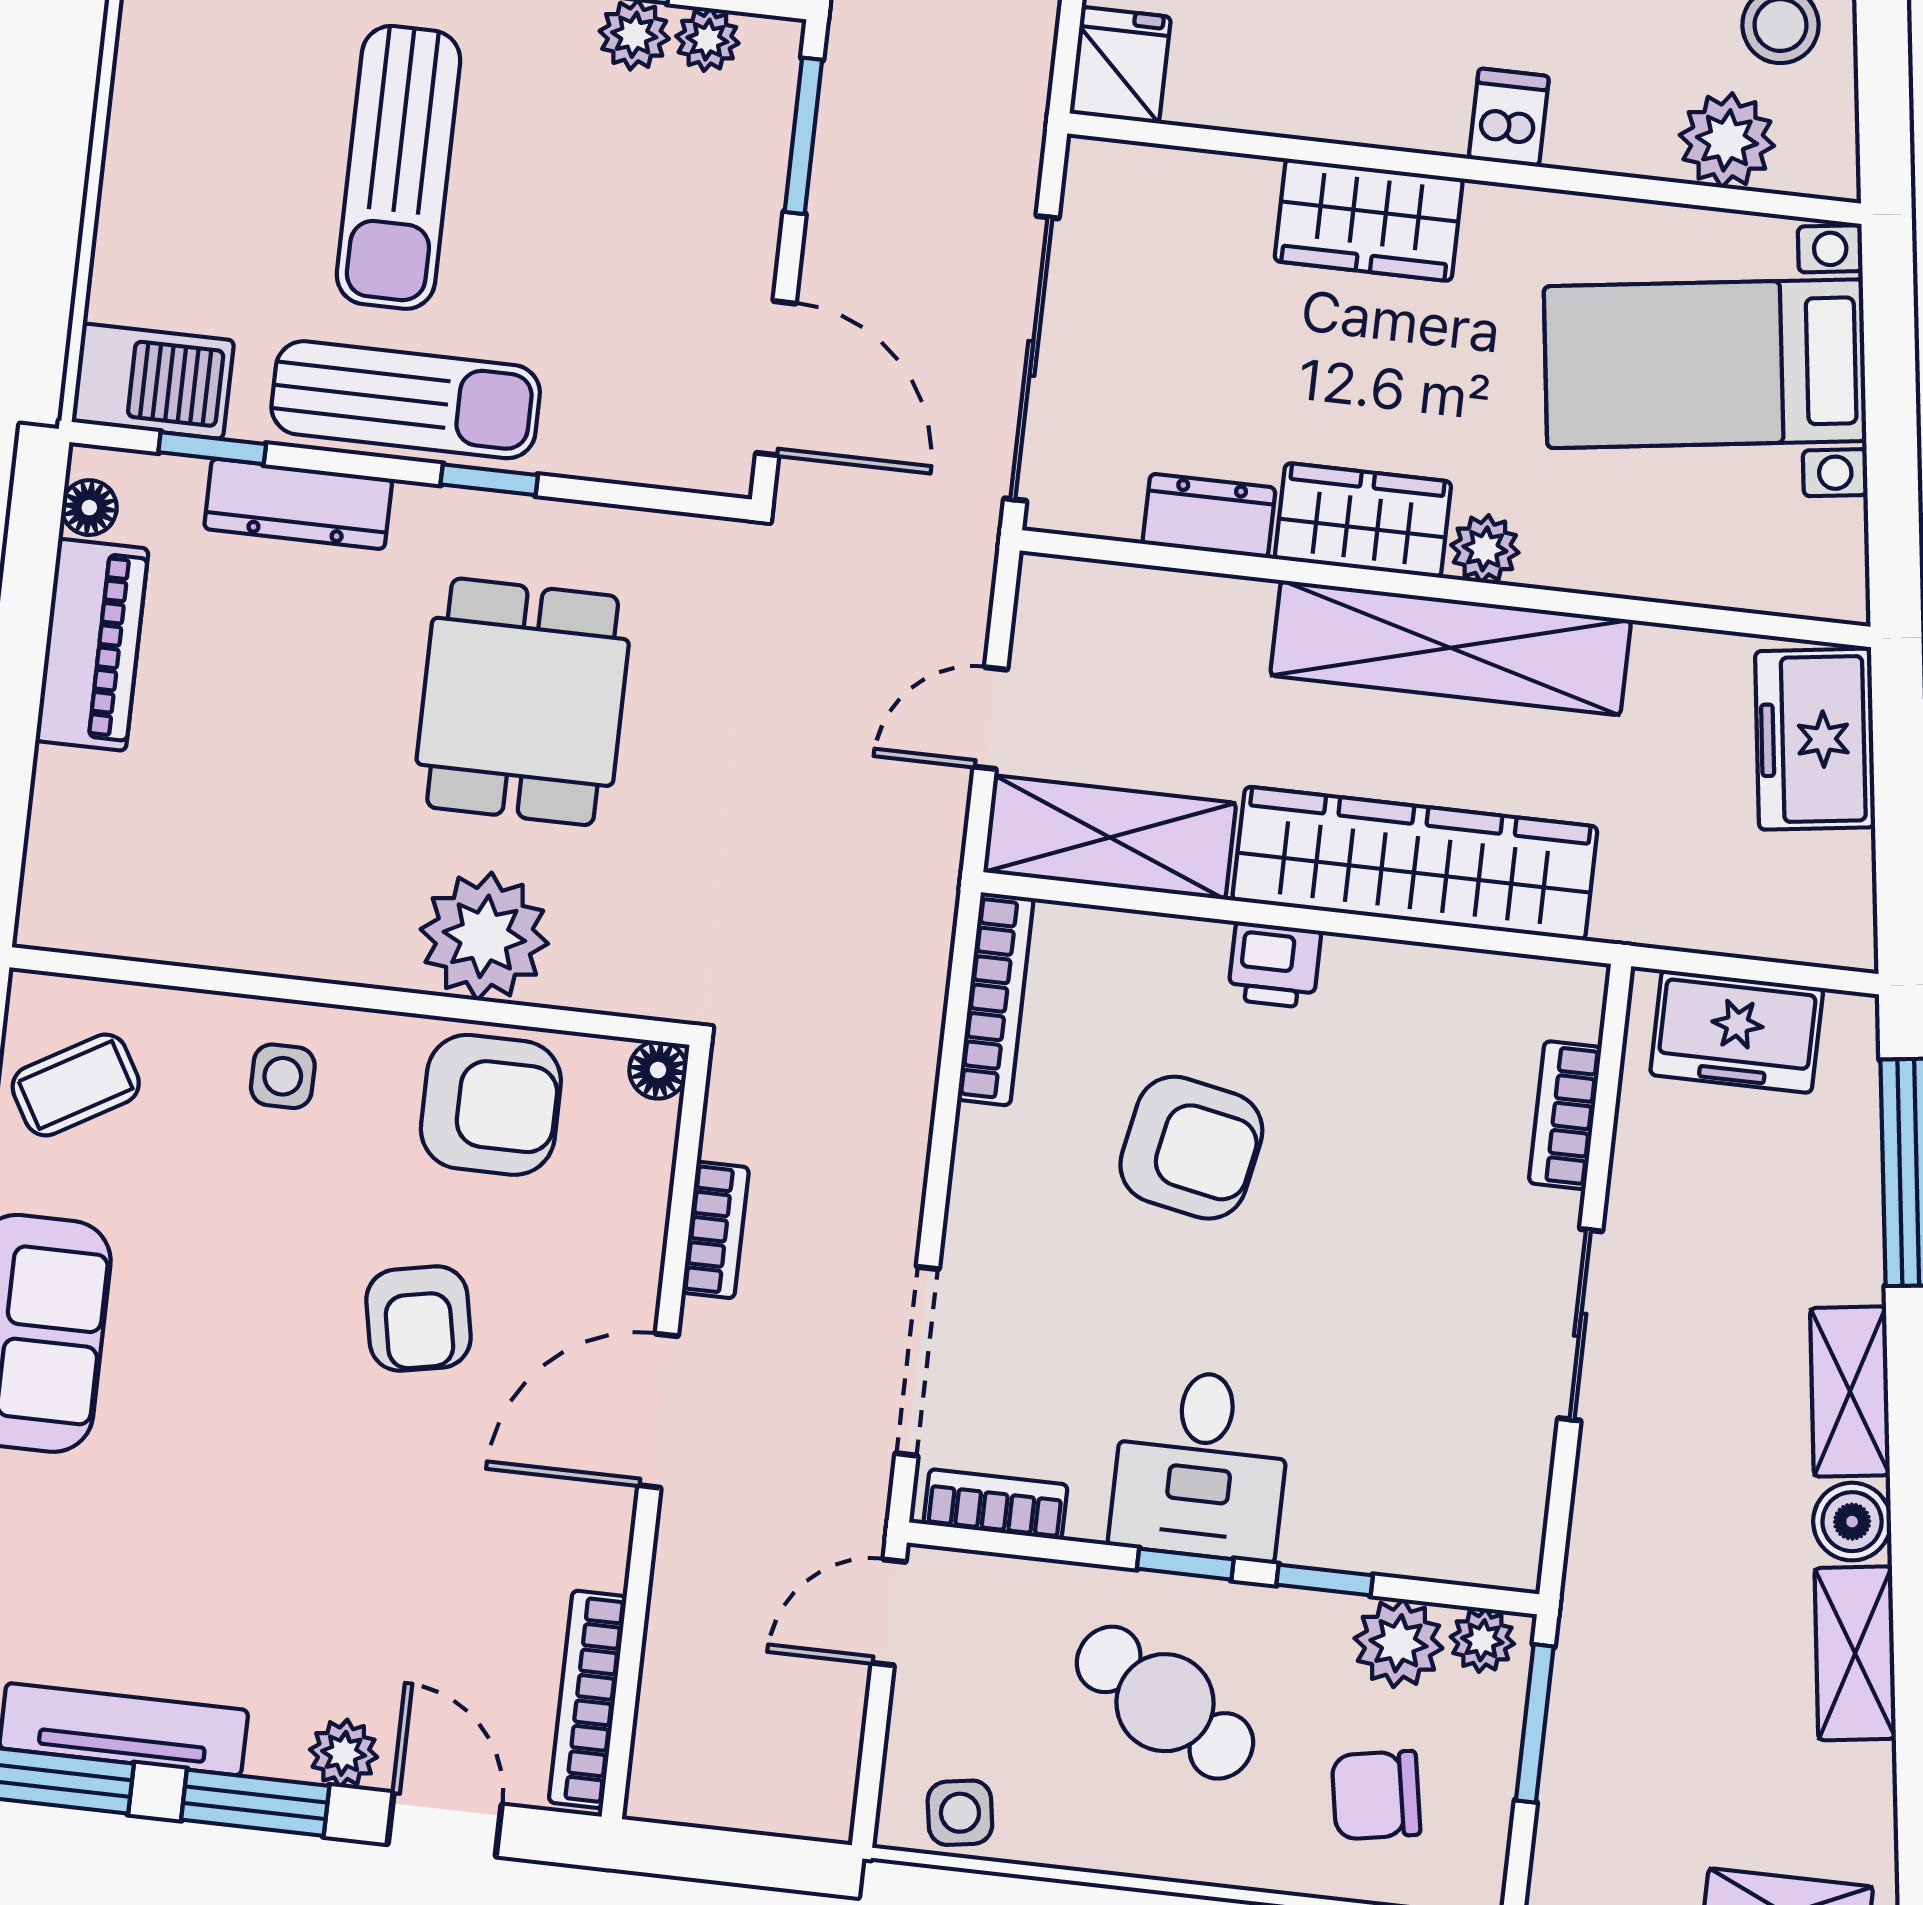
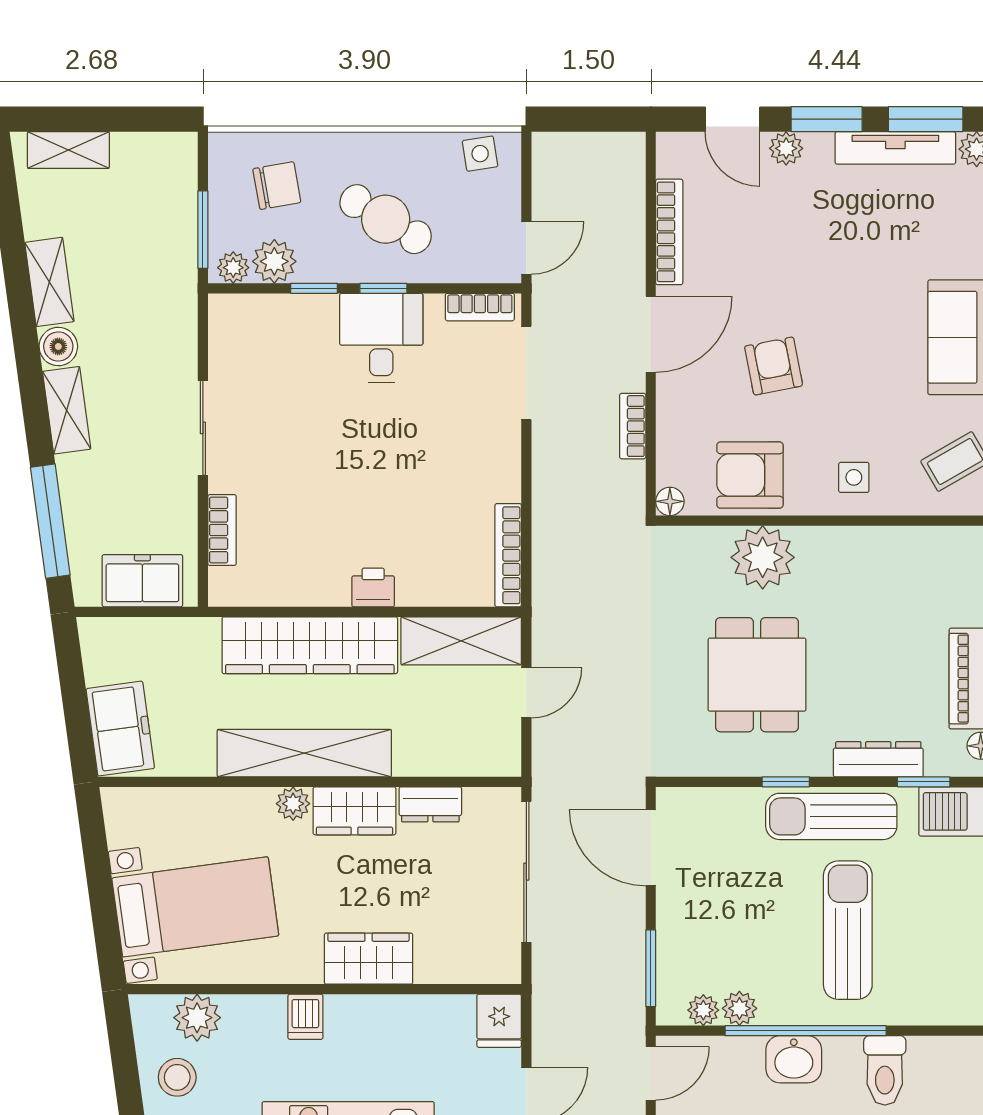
armchair: (1191, 1148) -> (404, 493), removed
bookcase: (588, 1699) -> (669, 232), moved

